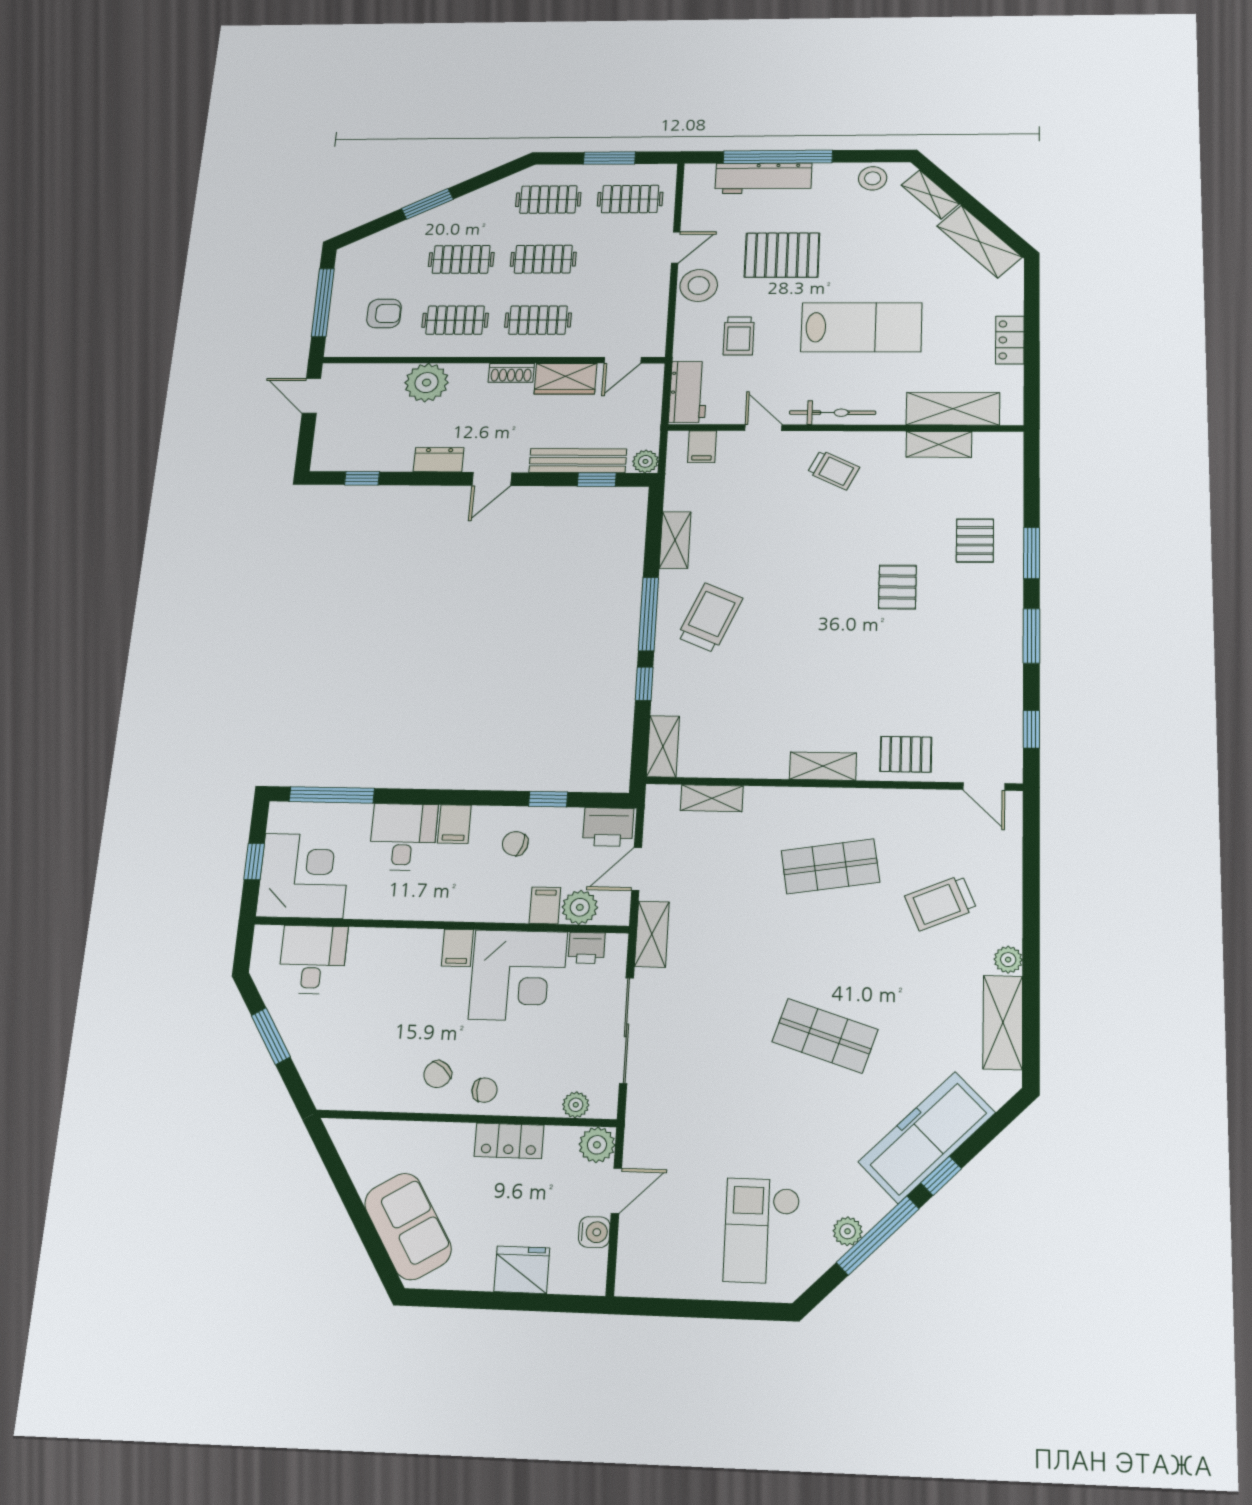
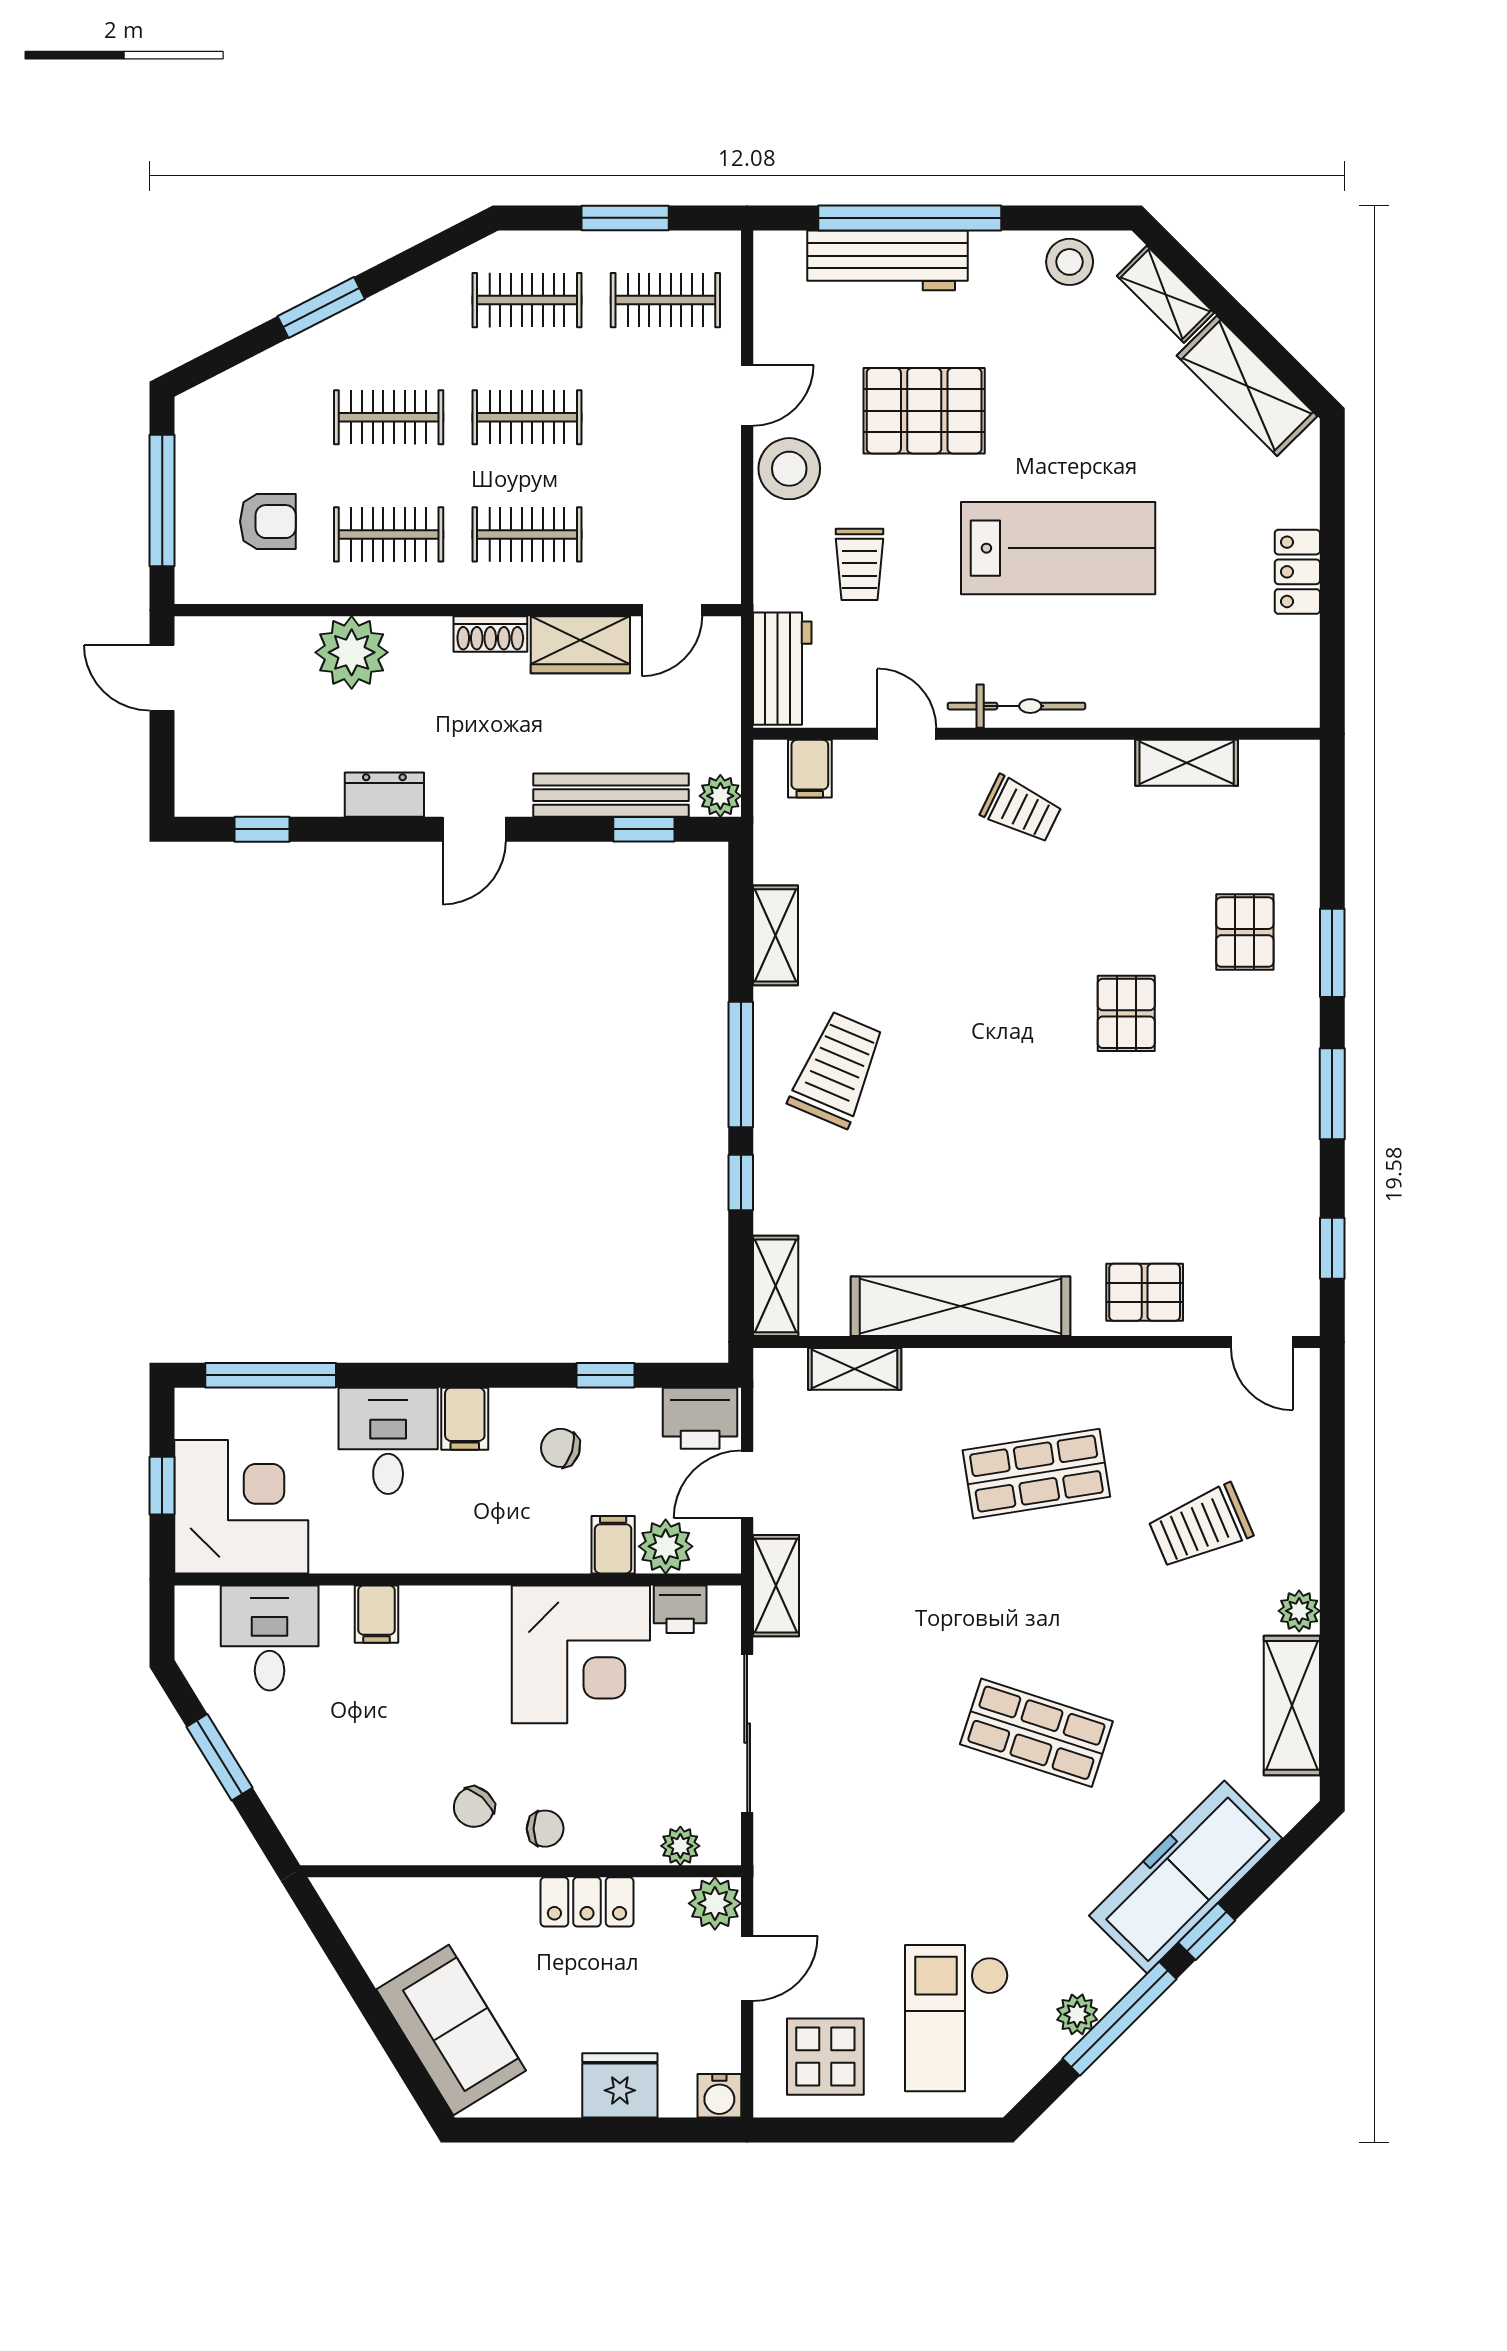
shelving: (953, 409) -> (1208, 698), removed
shelving: (823, 766) -> (961, 1306), width x2.20, depth x1.33
filing cabinet: (457, 948) -> (377, 1614), moved
water cooler: (594, 1232) -> (719, 2096), moved, turned 90
display table: (668, 1255) -> (825, 2057), added

